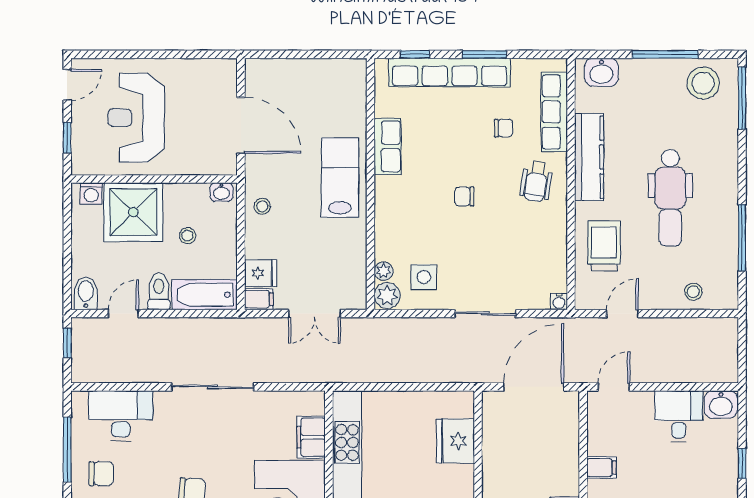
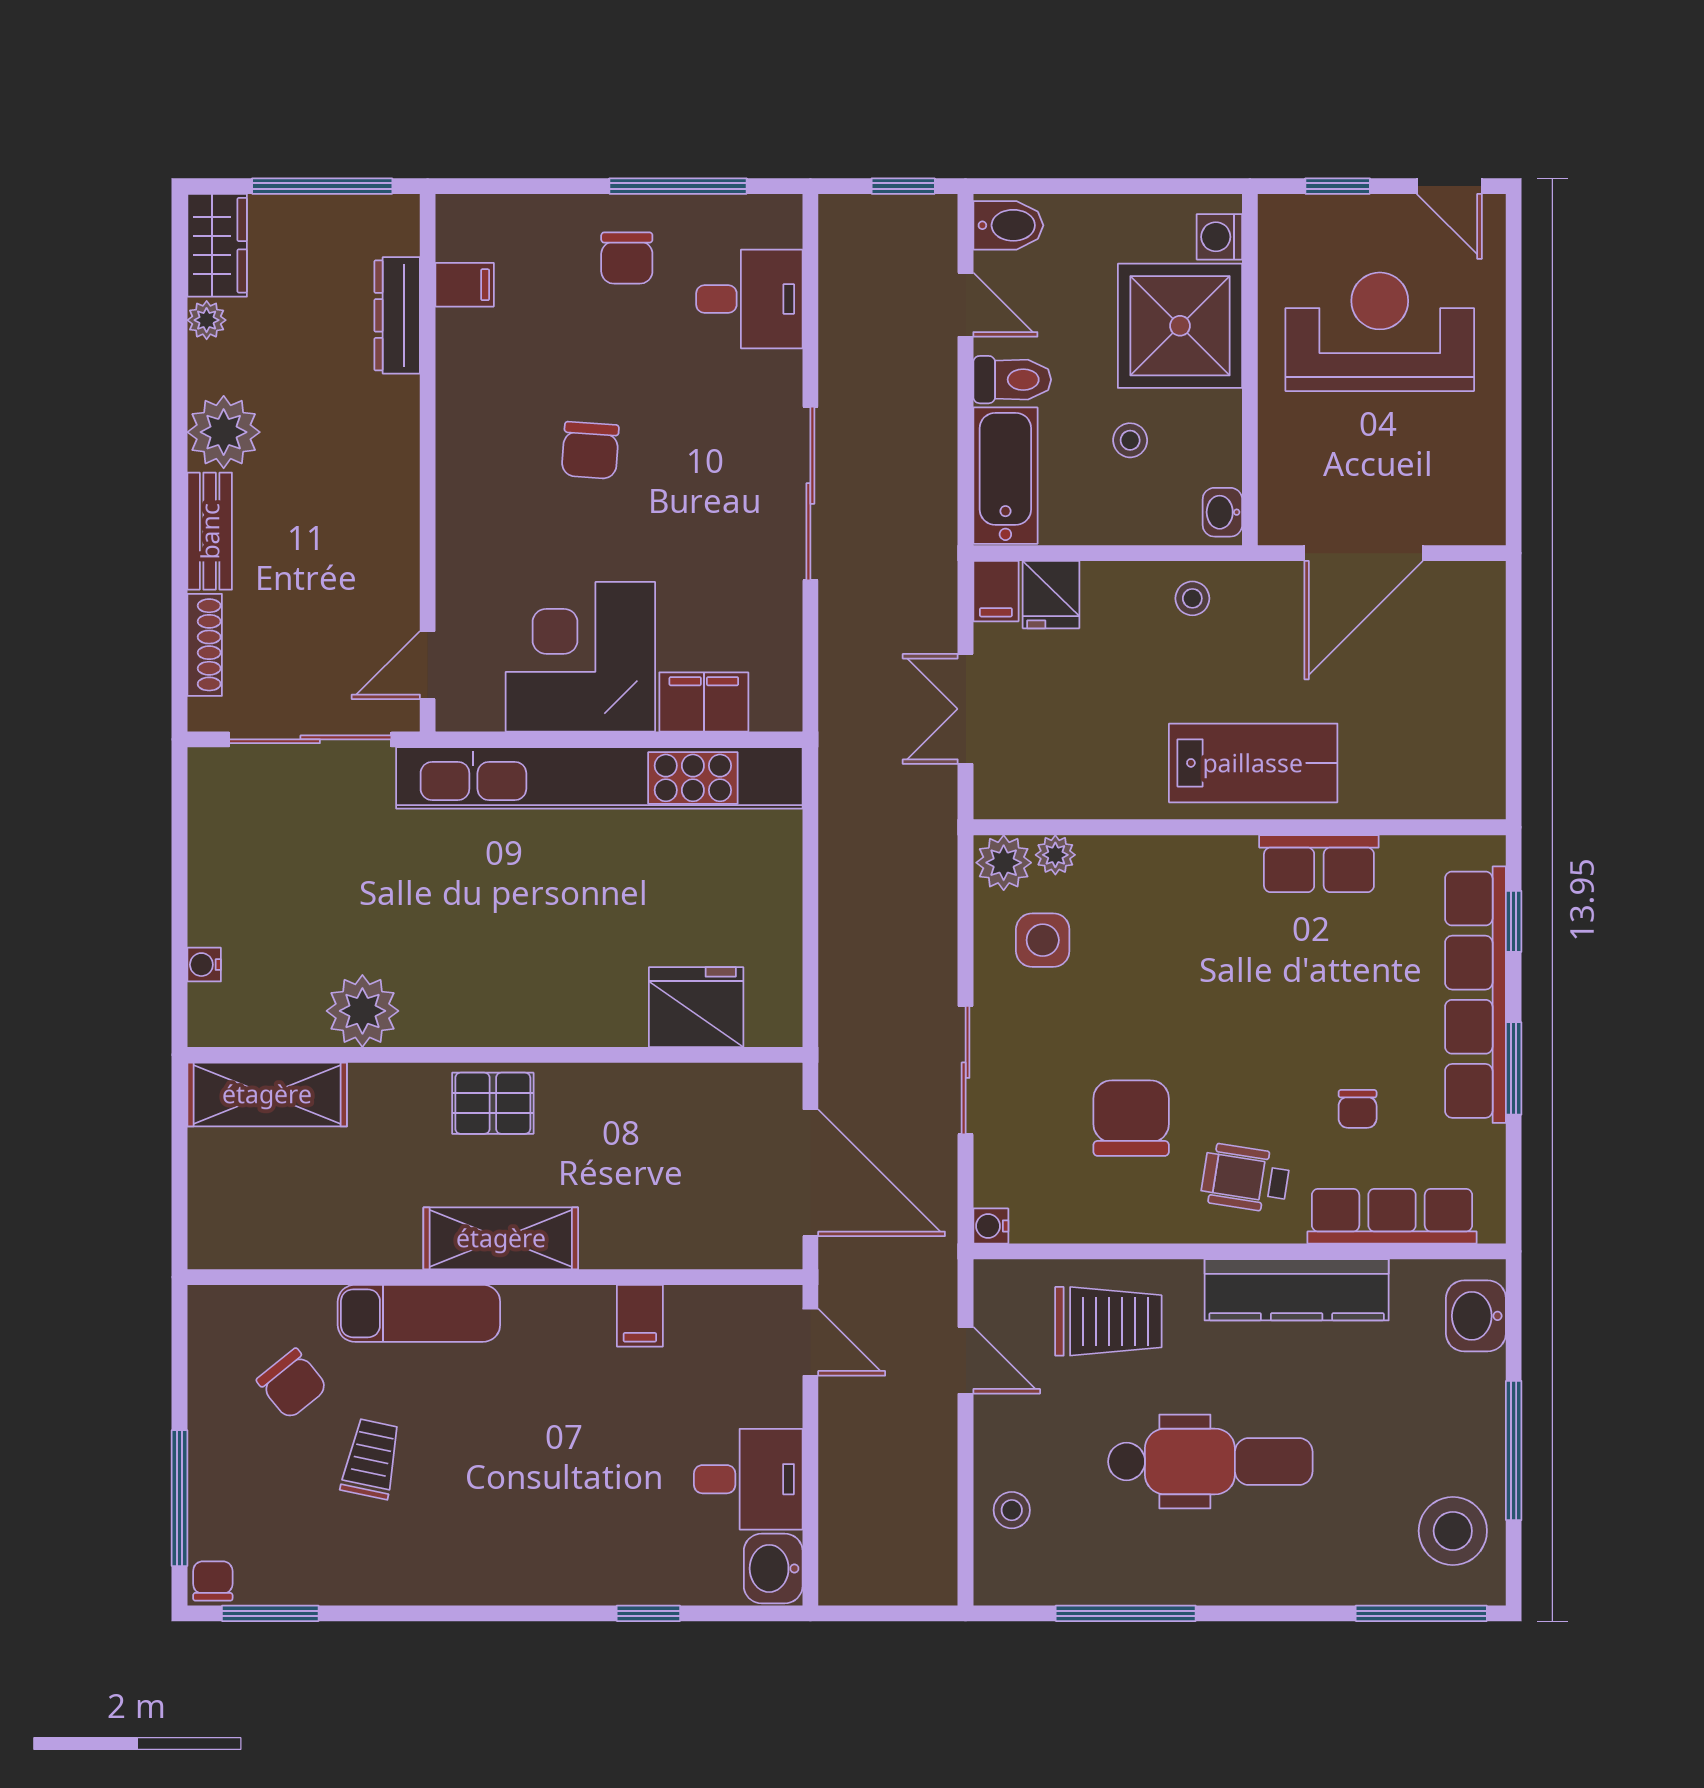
chair: (464, 196) -> (1131, 1118), moved, width x1.87, depth x1.87
dental chair: (670, 198) -> (1210, 1462), turned 180
desk: (121, 416) -> (749, 299), width x0.73

